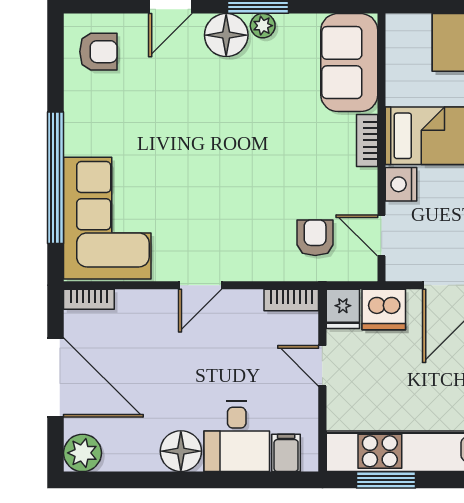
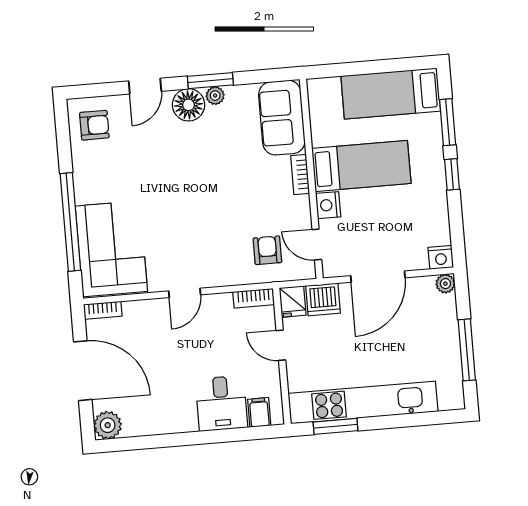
floor lamp: (181, 451) -> (181, 418), removed

